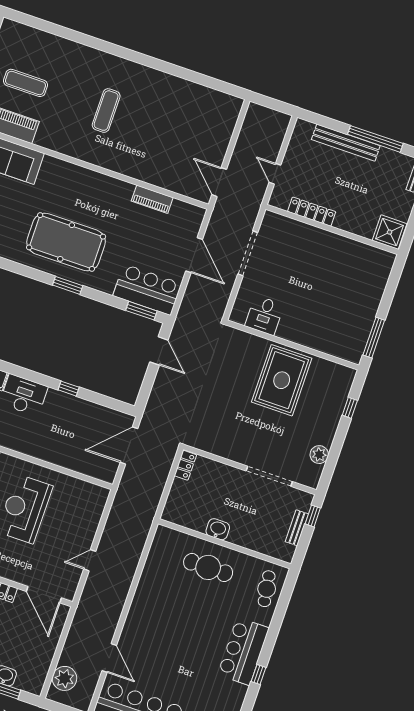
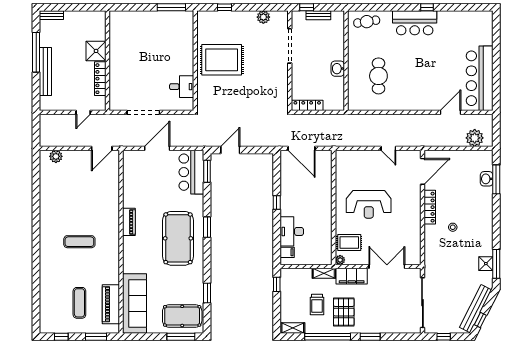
plant: (229, 118) -> (56, 156), added
piano: (152, 199) -> (129, 222), moved
shower: (390, 232) -> (96, 51), moved
locker: (185, 465) -> (307, 105), width x1.53
cafe table: (208, 567) -> (378, 76), moved

